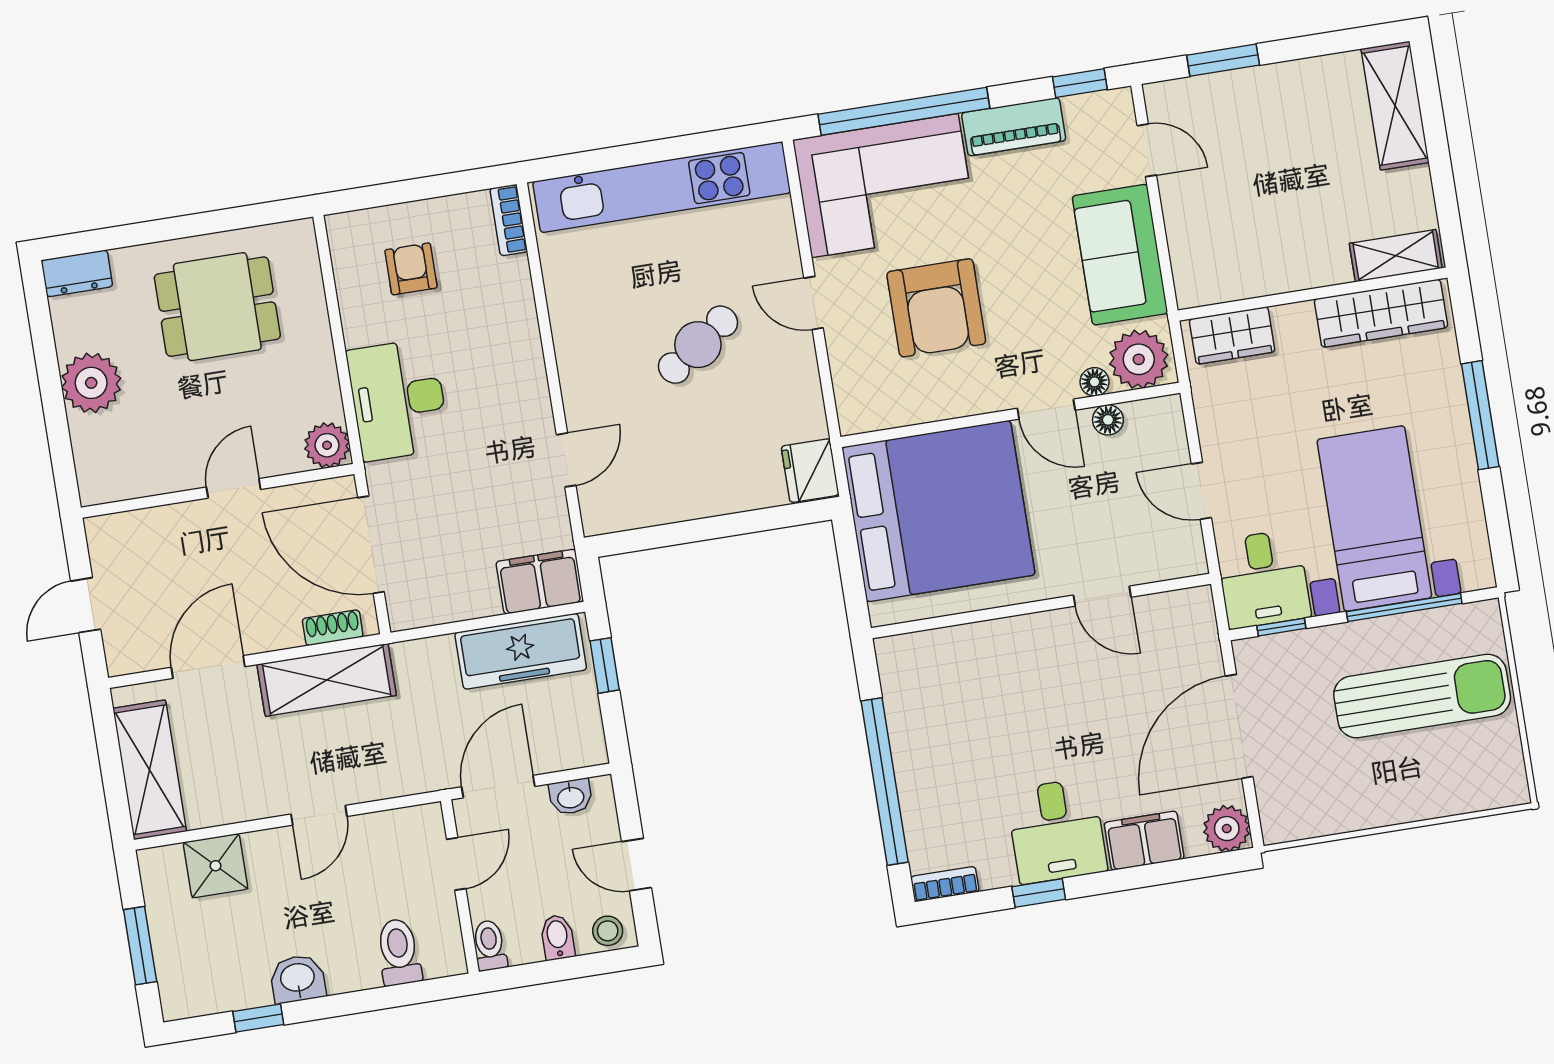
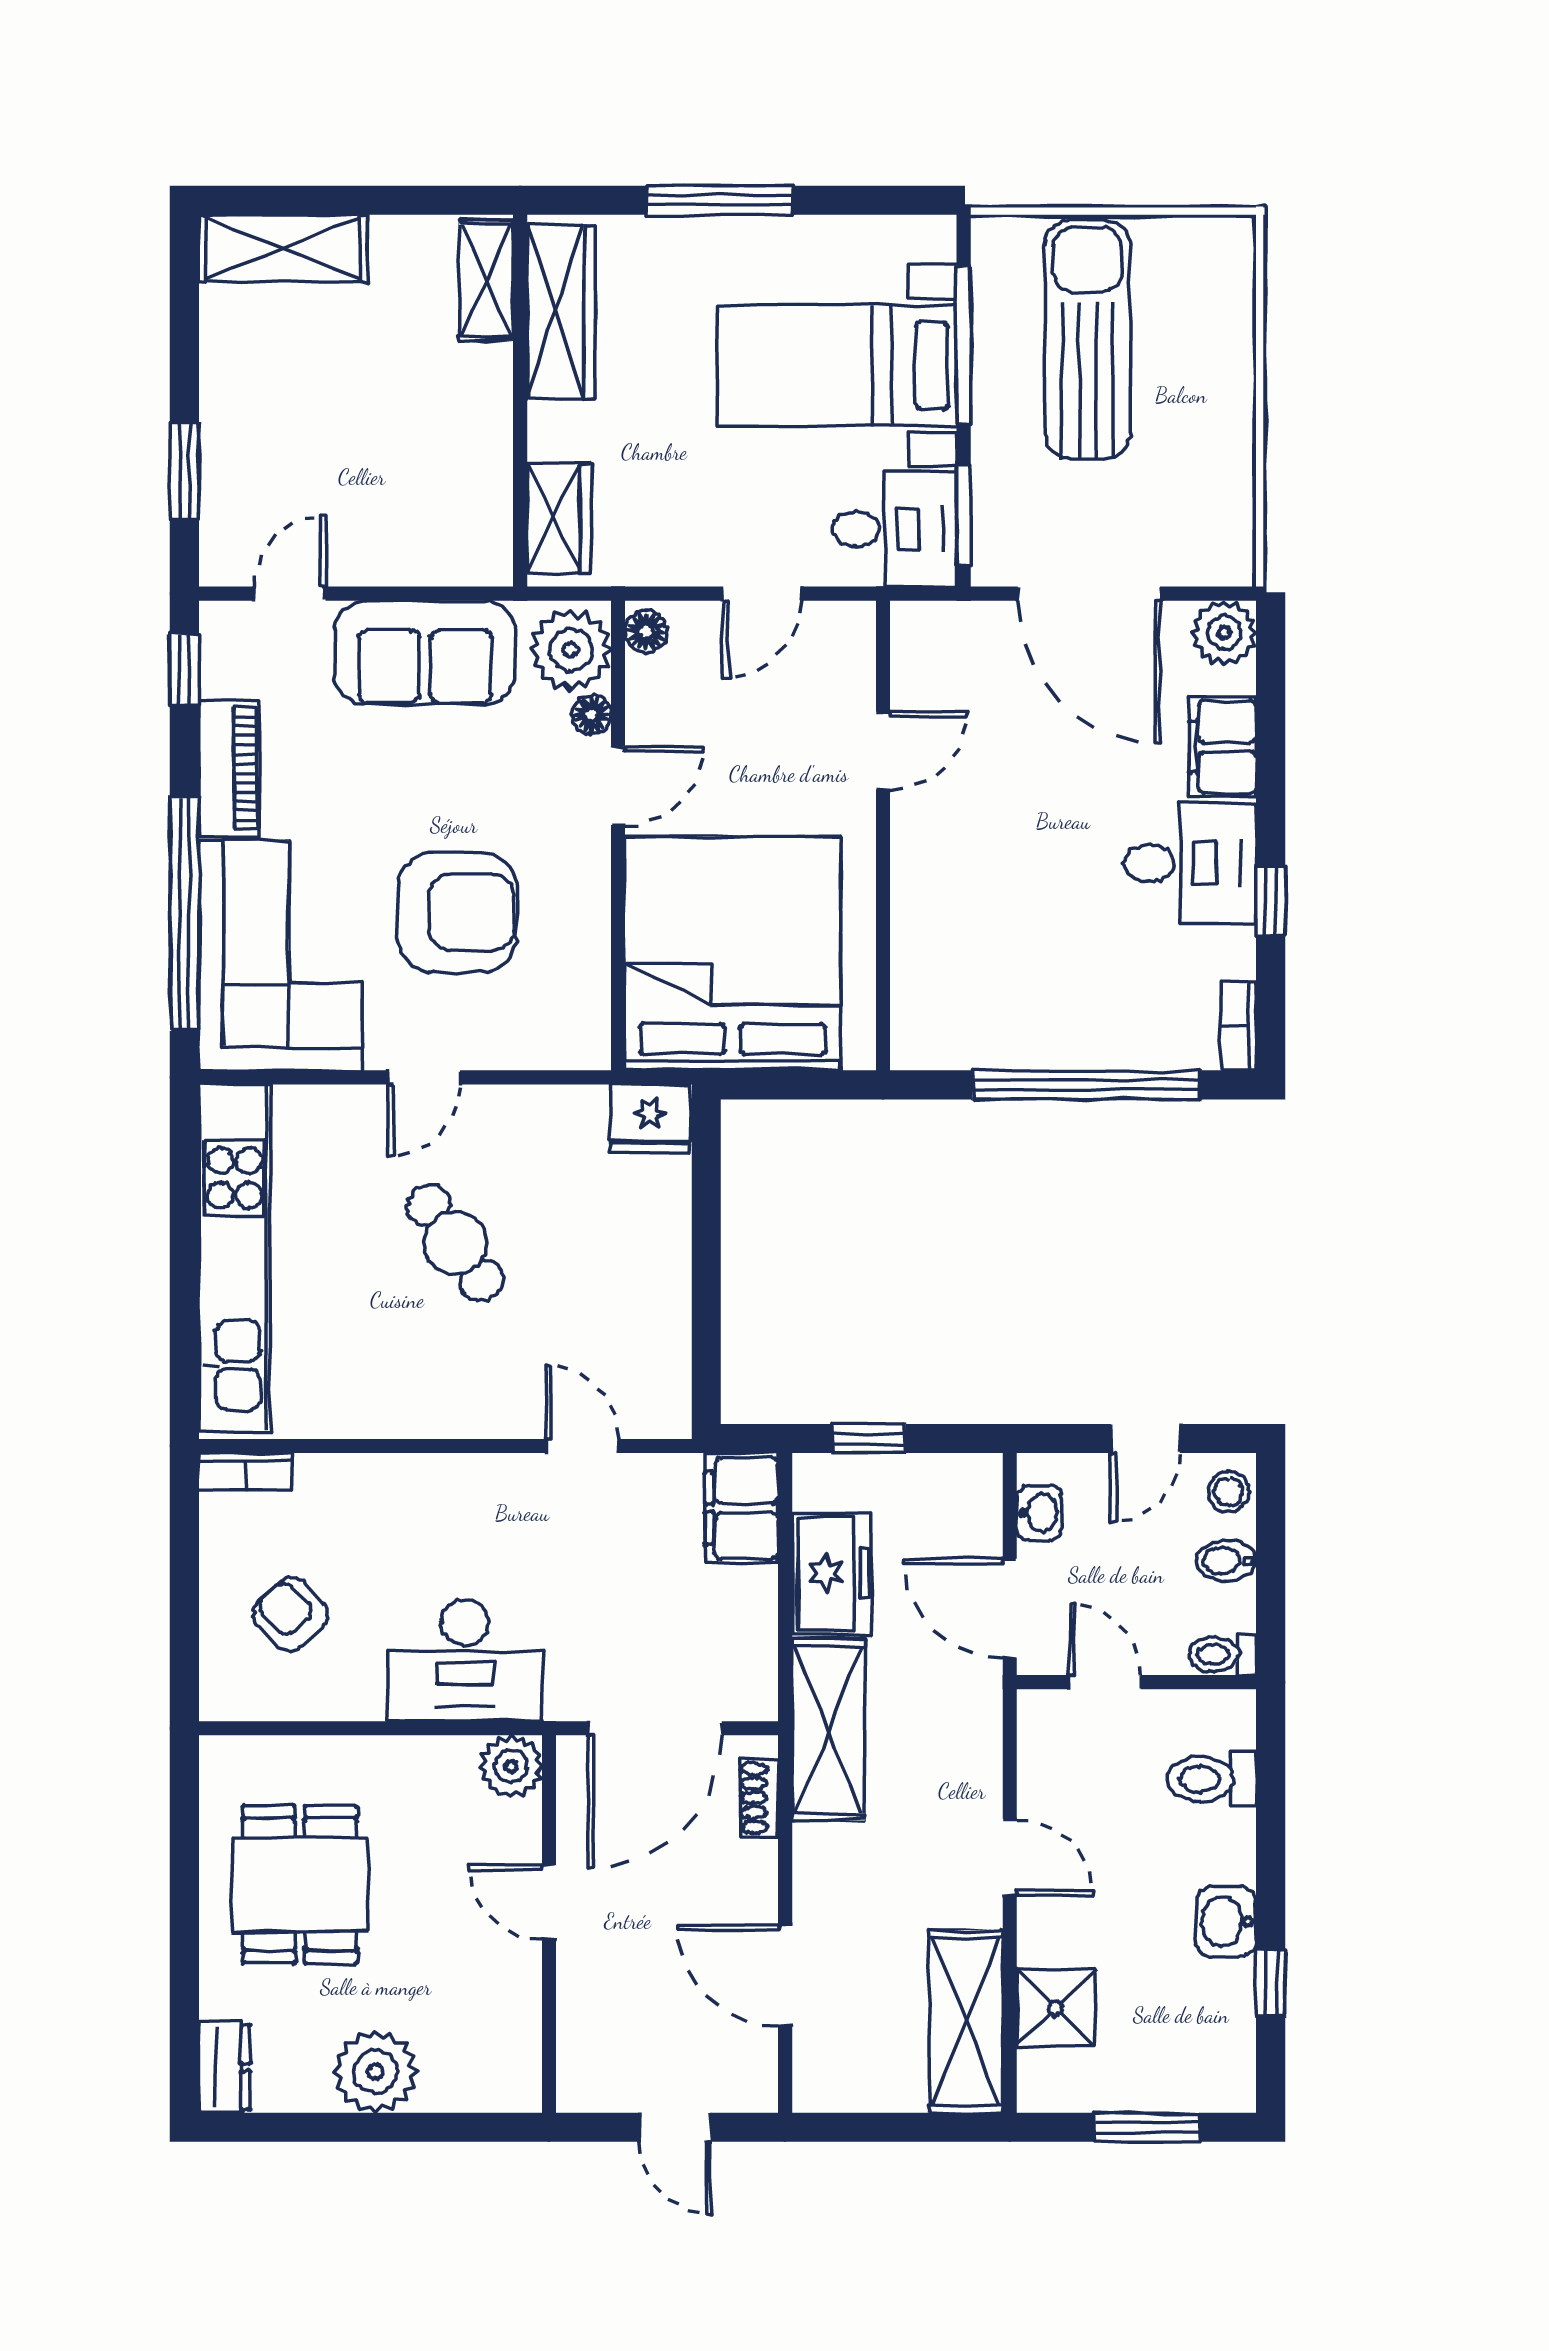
armchair: (411, 269) -> (291, 1614), turned 47
floor lamp: (1108, 420) -> (646, 631), moved
window: (1281, 627) -> (964, 515), width x1.50
freezer: (521, 651) -> (832, 1573), width x0.71
shelving: (327, 680) -> (828, 1730), moved
shelving: (150, 770) -> (966, 2022), moved, turned 90

